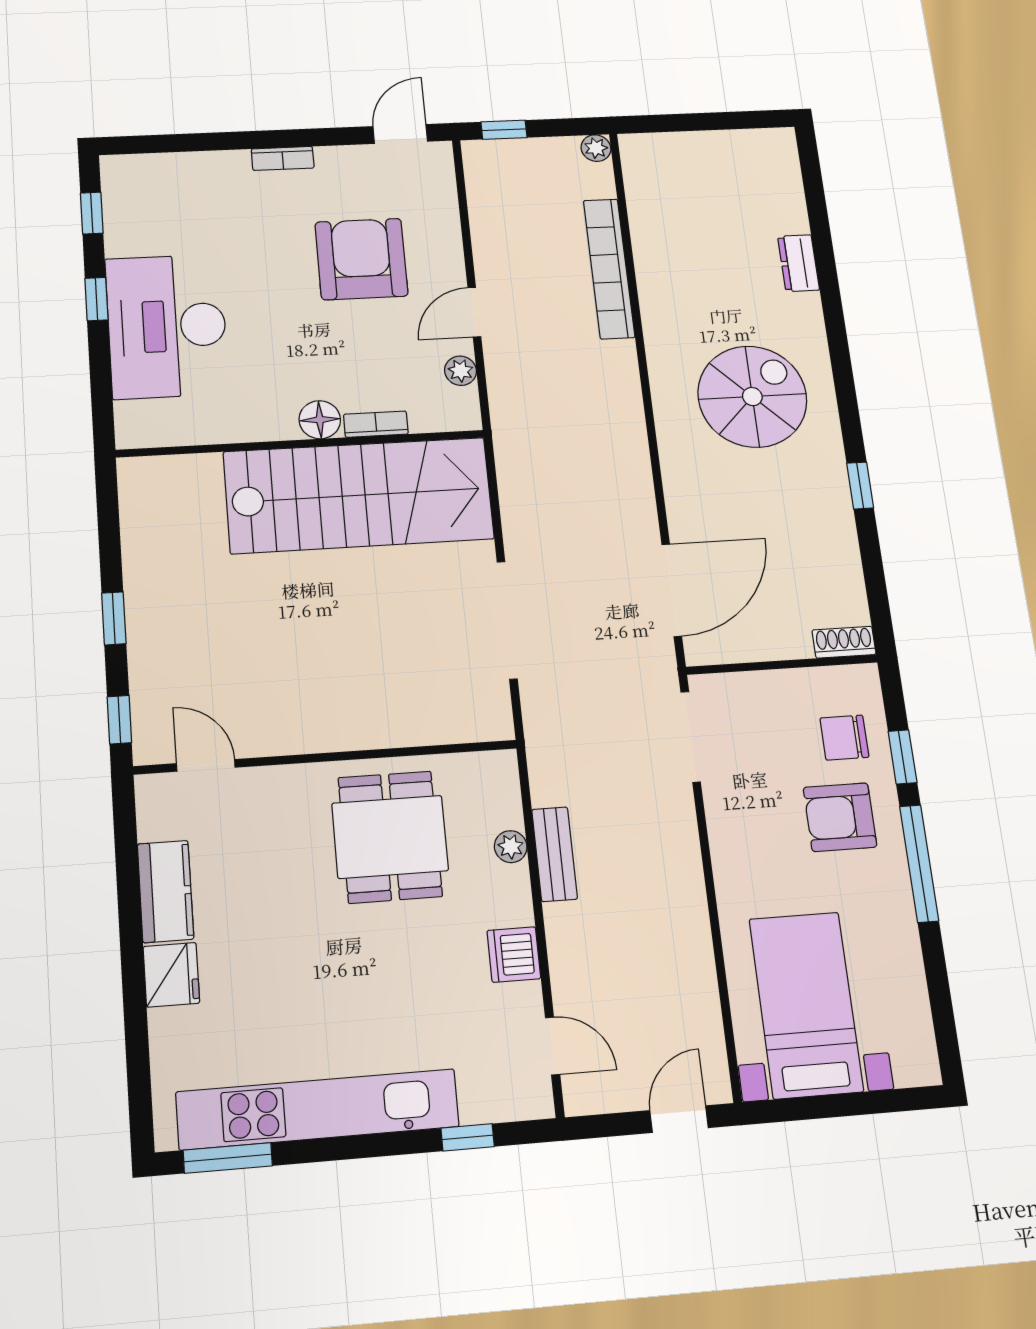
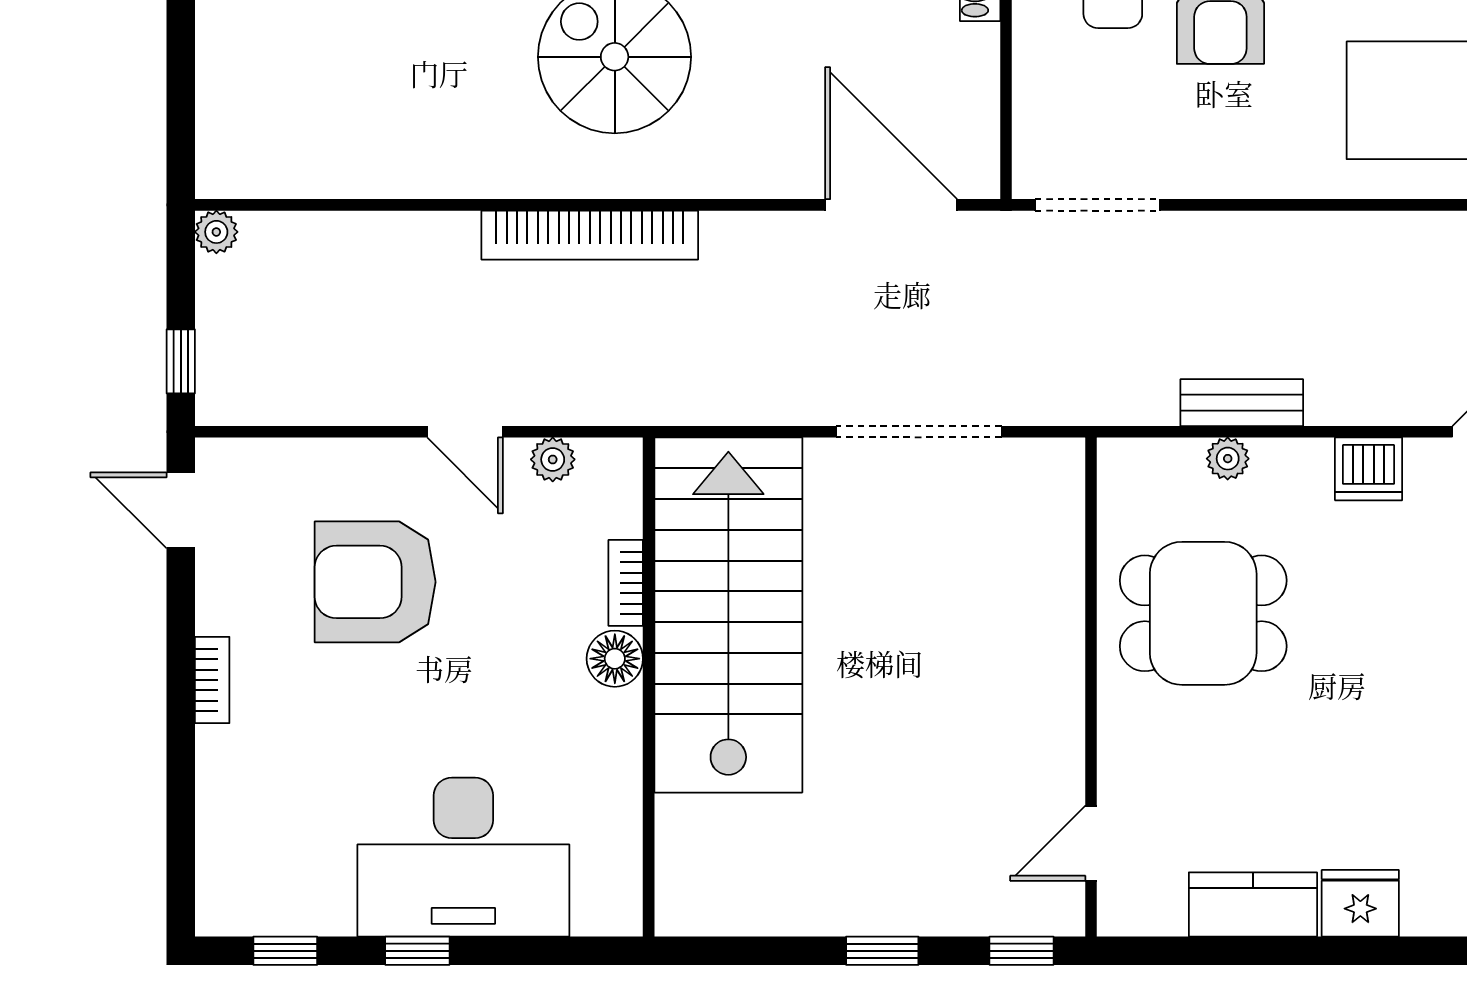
bookcase: (609, 269) -> (590, 235), moved

